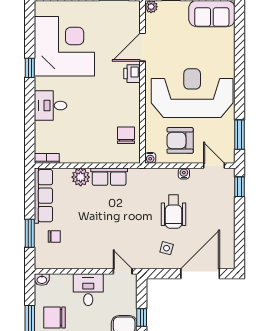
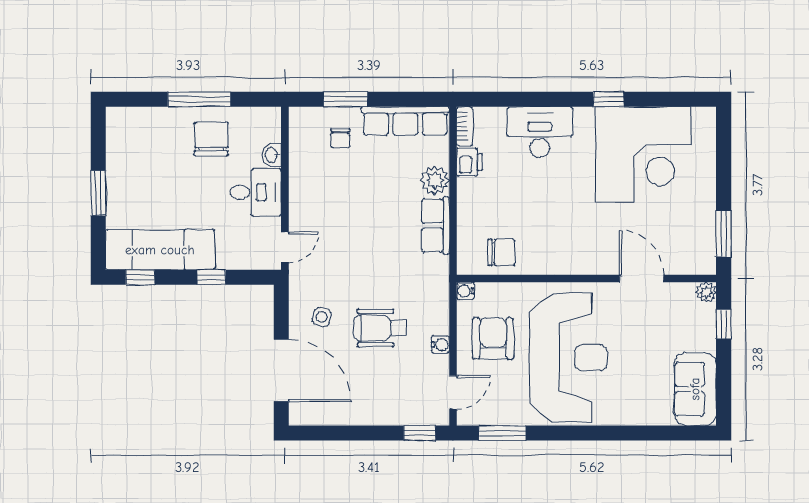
printer: (132, 74) -> (470, 162), moved, turned 90
desk: (51, 106) -> (540, 132), width x1.37
washbasin: (42, 280) -> (272, 155), moved

